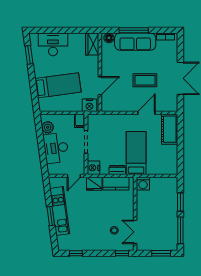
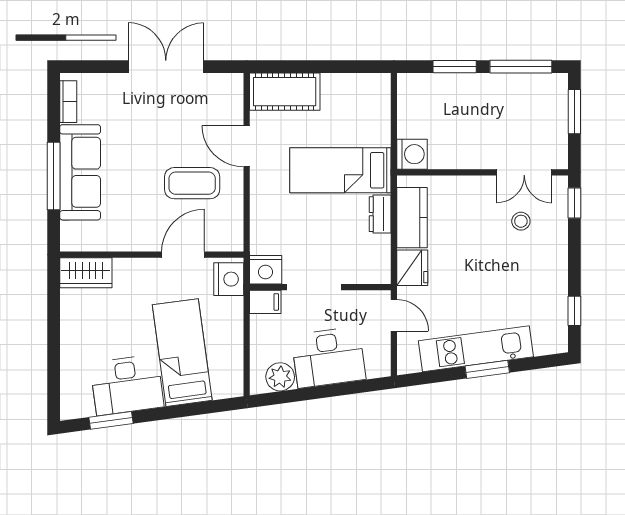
floor lamp: (109, 38) -> (71, 234), removed
desk: (53, 44) -> (127, 385), moved, turned -98
coffee table: (145, 80) -> (192, 183), moved, turned 90
door: (100, 86) -> (183, 255), hinge flipped
nightstand: (93, 168) -> (266, 270), moved

